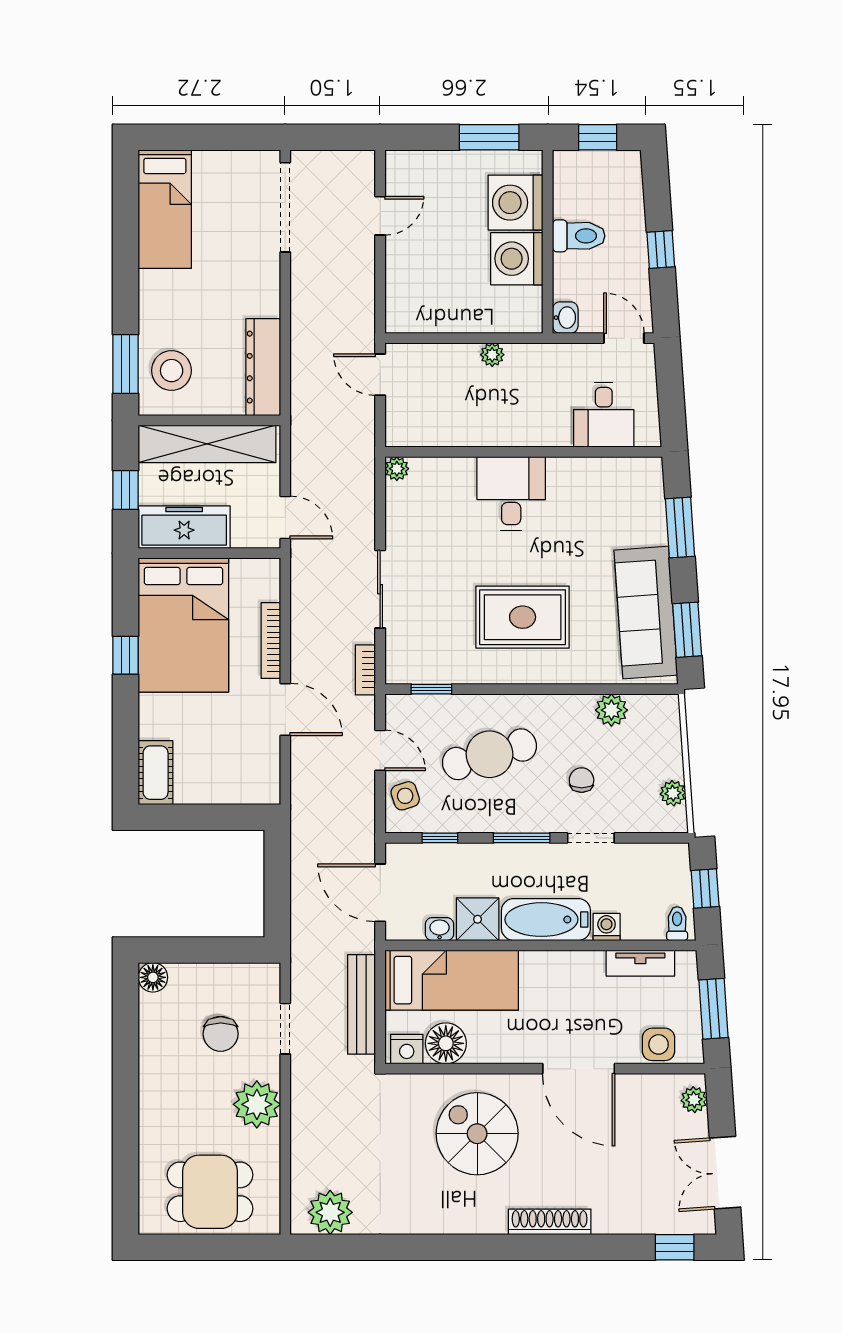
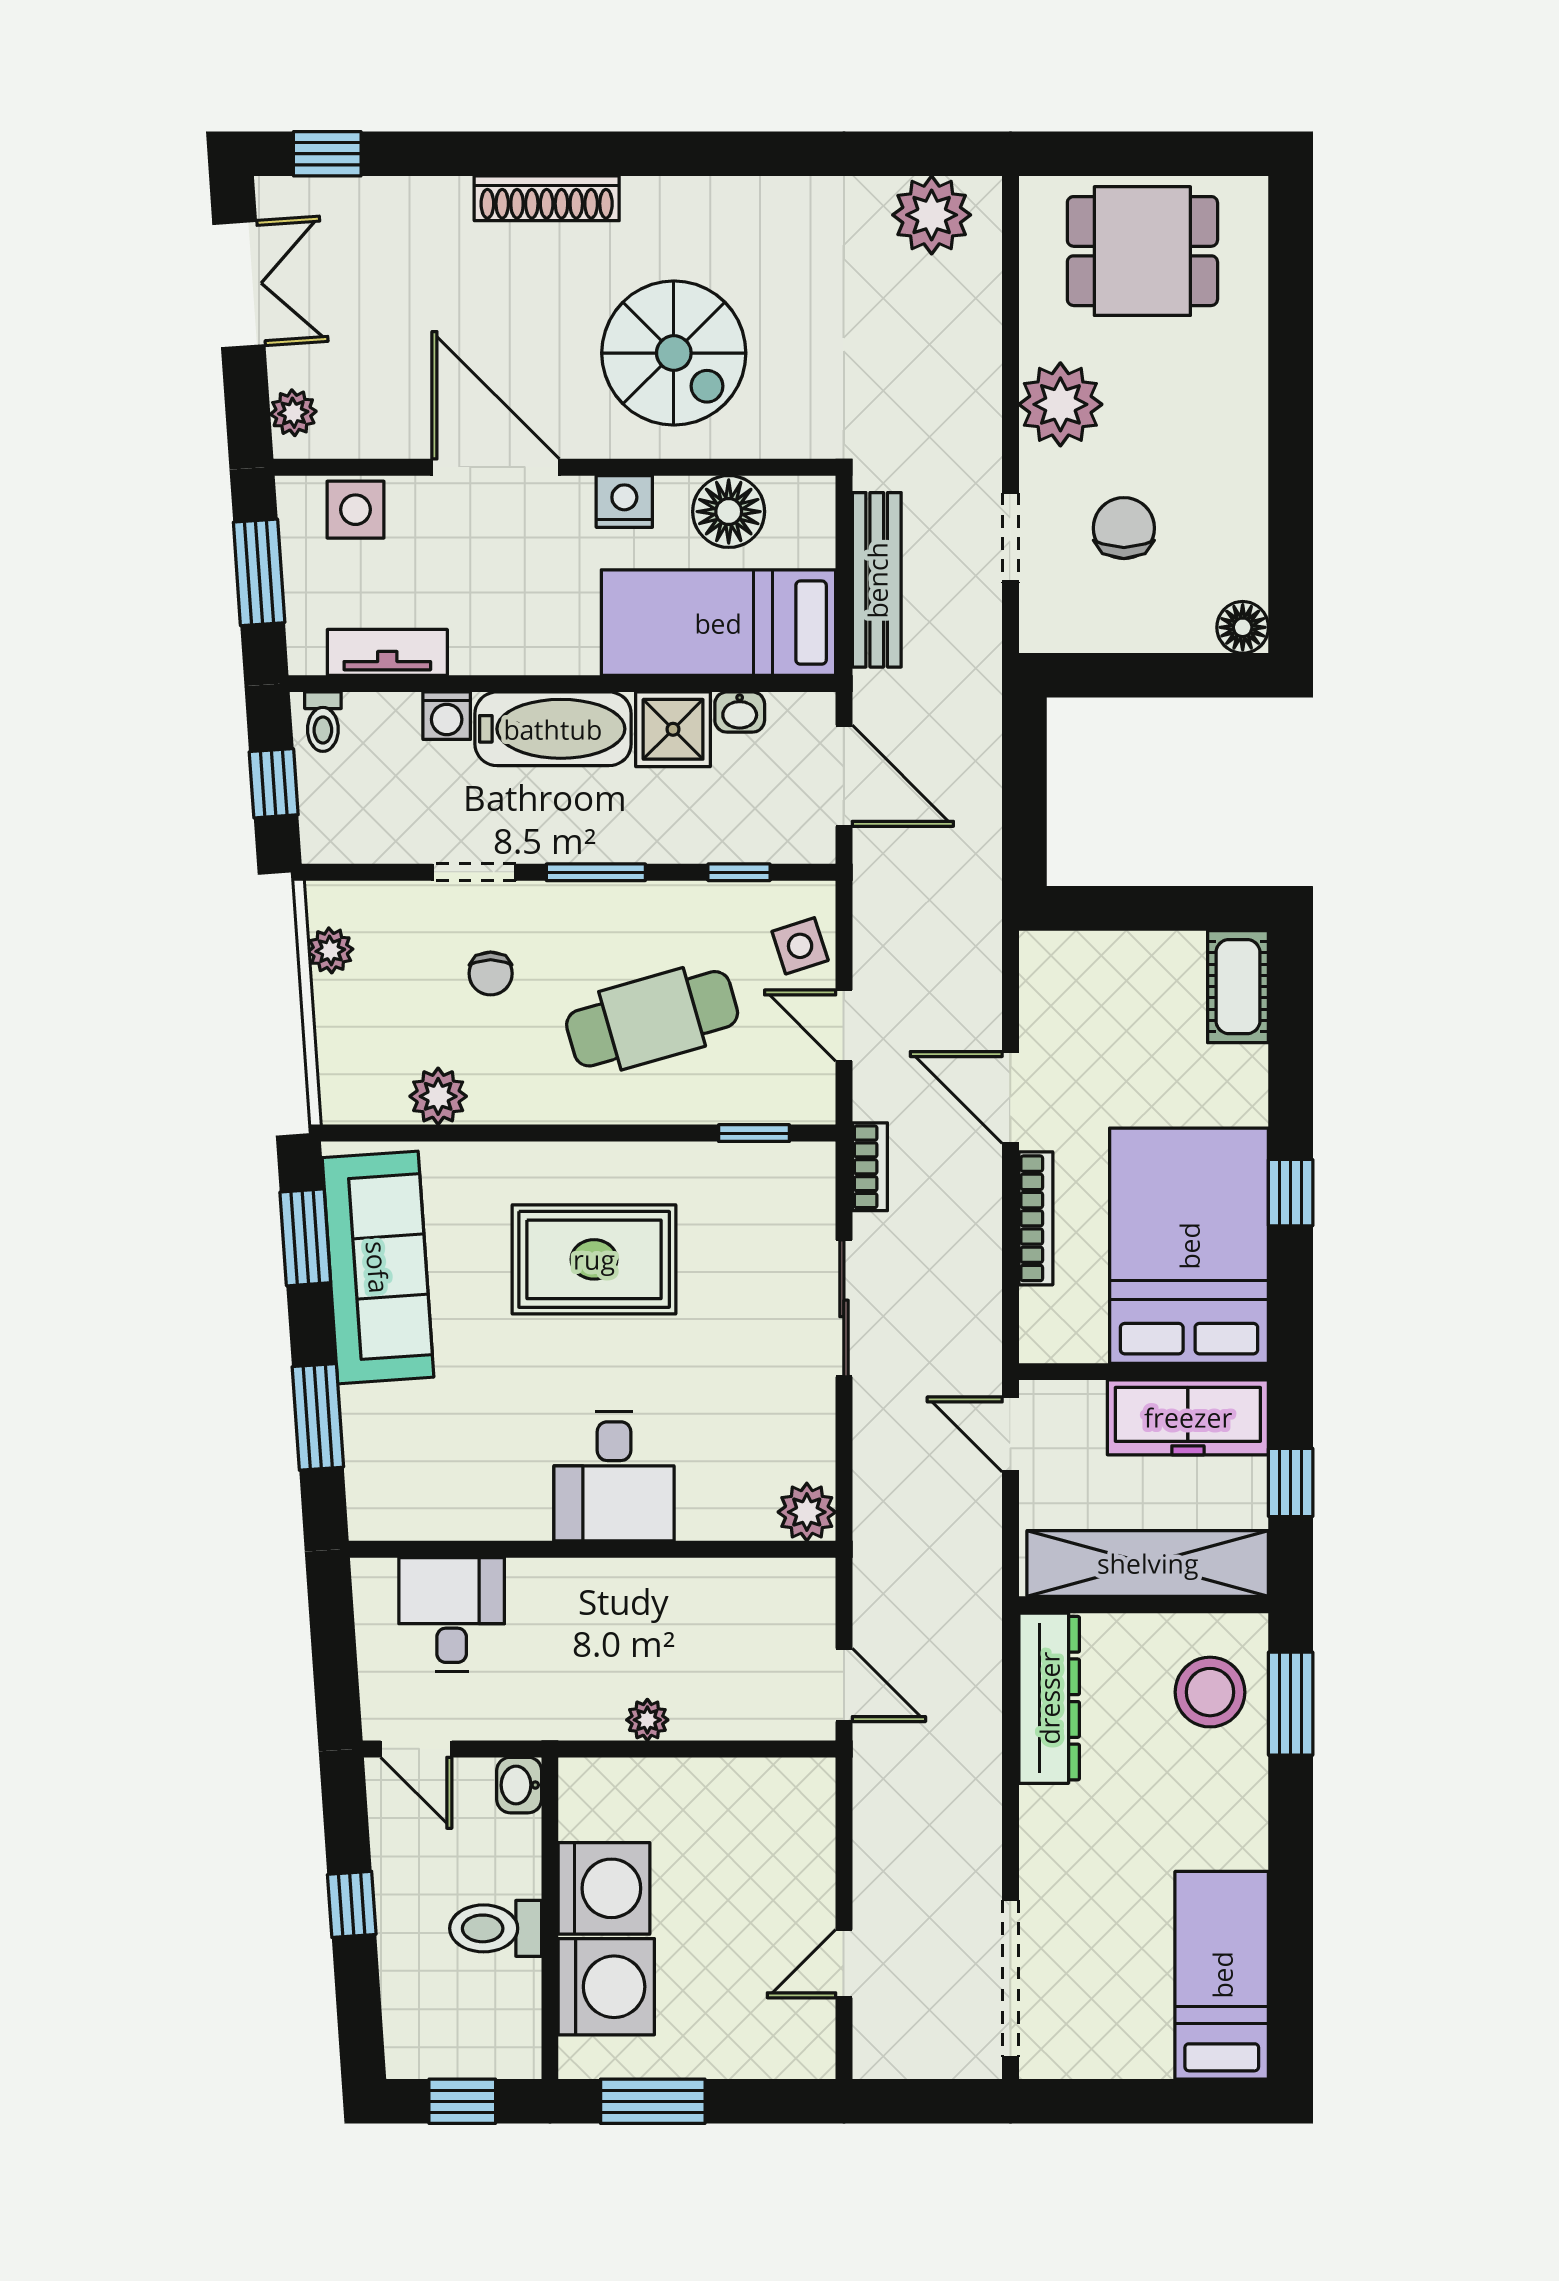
plant: (397, 469) -> (807, 1512), width x1.38, depth x1.38
nightstand: (407, 1049) -> (624, 501), moved

